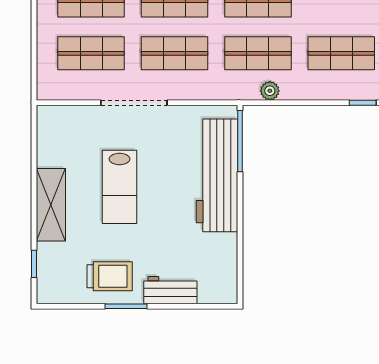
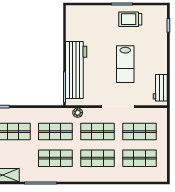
plant: (270, 91) -> (78, 113), moved
lab bench: (120, 187) -> (125, 64), turned 180
shelving: (51, 205) -> (160, 55), removed
workbench: (170, 290) -> (160, 88), moved, turned 90

